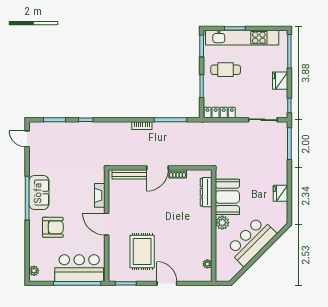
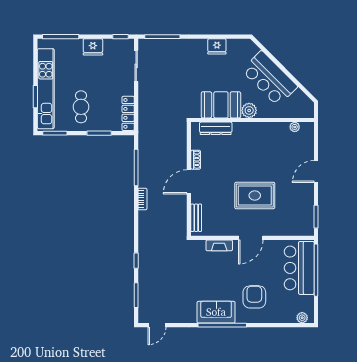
door: (157, 168) -> (189, 182), swing flipped
bench: (129, 174) -> (196, 218), width x0.73
rug: (142, 251) -> (255, 195), moved

